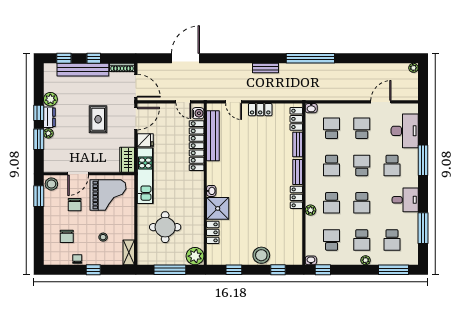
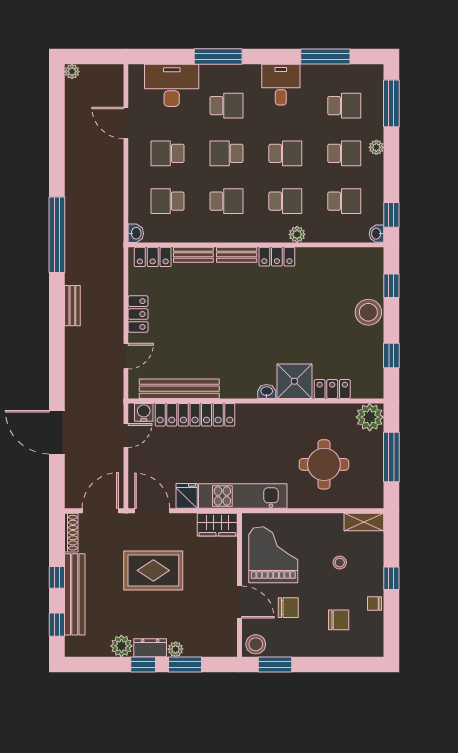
rug: (98, 119) -> (153, 570), width x1.36, depth x1.43
school desk: (332, 240) -> (344, 201), turned 180

